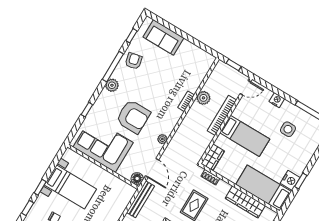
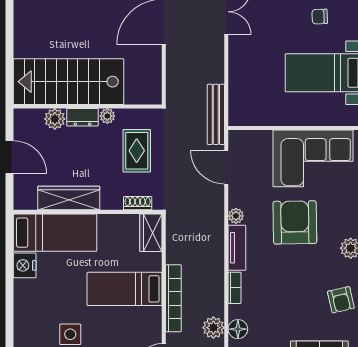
plant: (203, 98) -> (213, 328), moved
armchair: (133, 117) -> (295, 222), turned 89
tv unit: (172, 122) -> (237, 248), added
floor lamp: (137, 178) -> (238, 329), moved
window: (301, 181) -> (9, 273), removed

